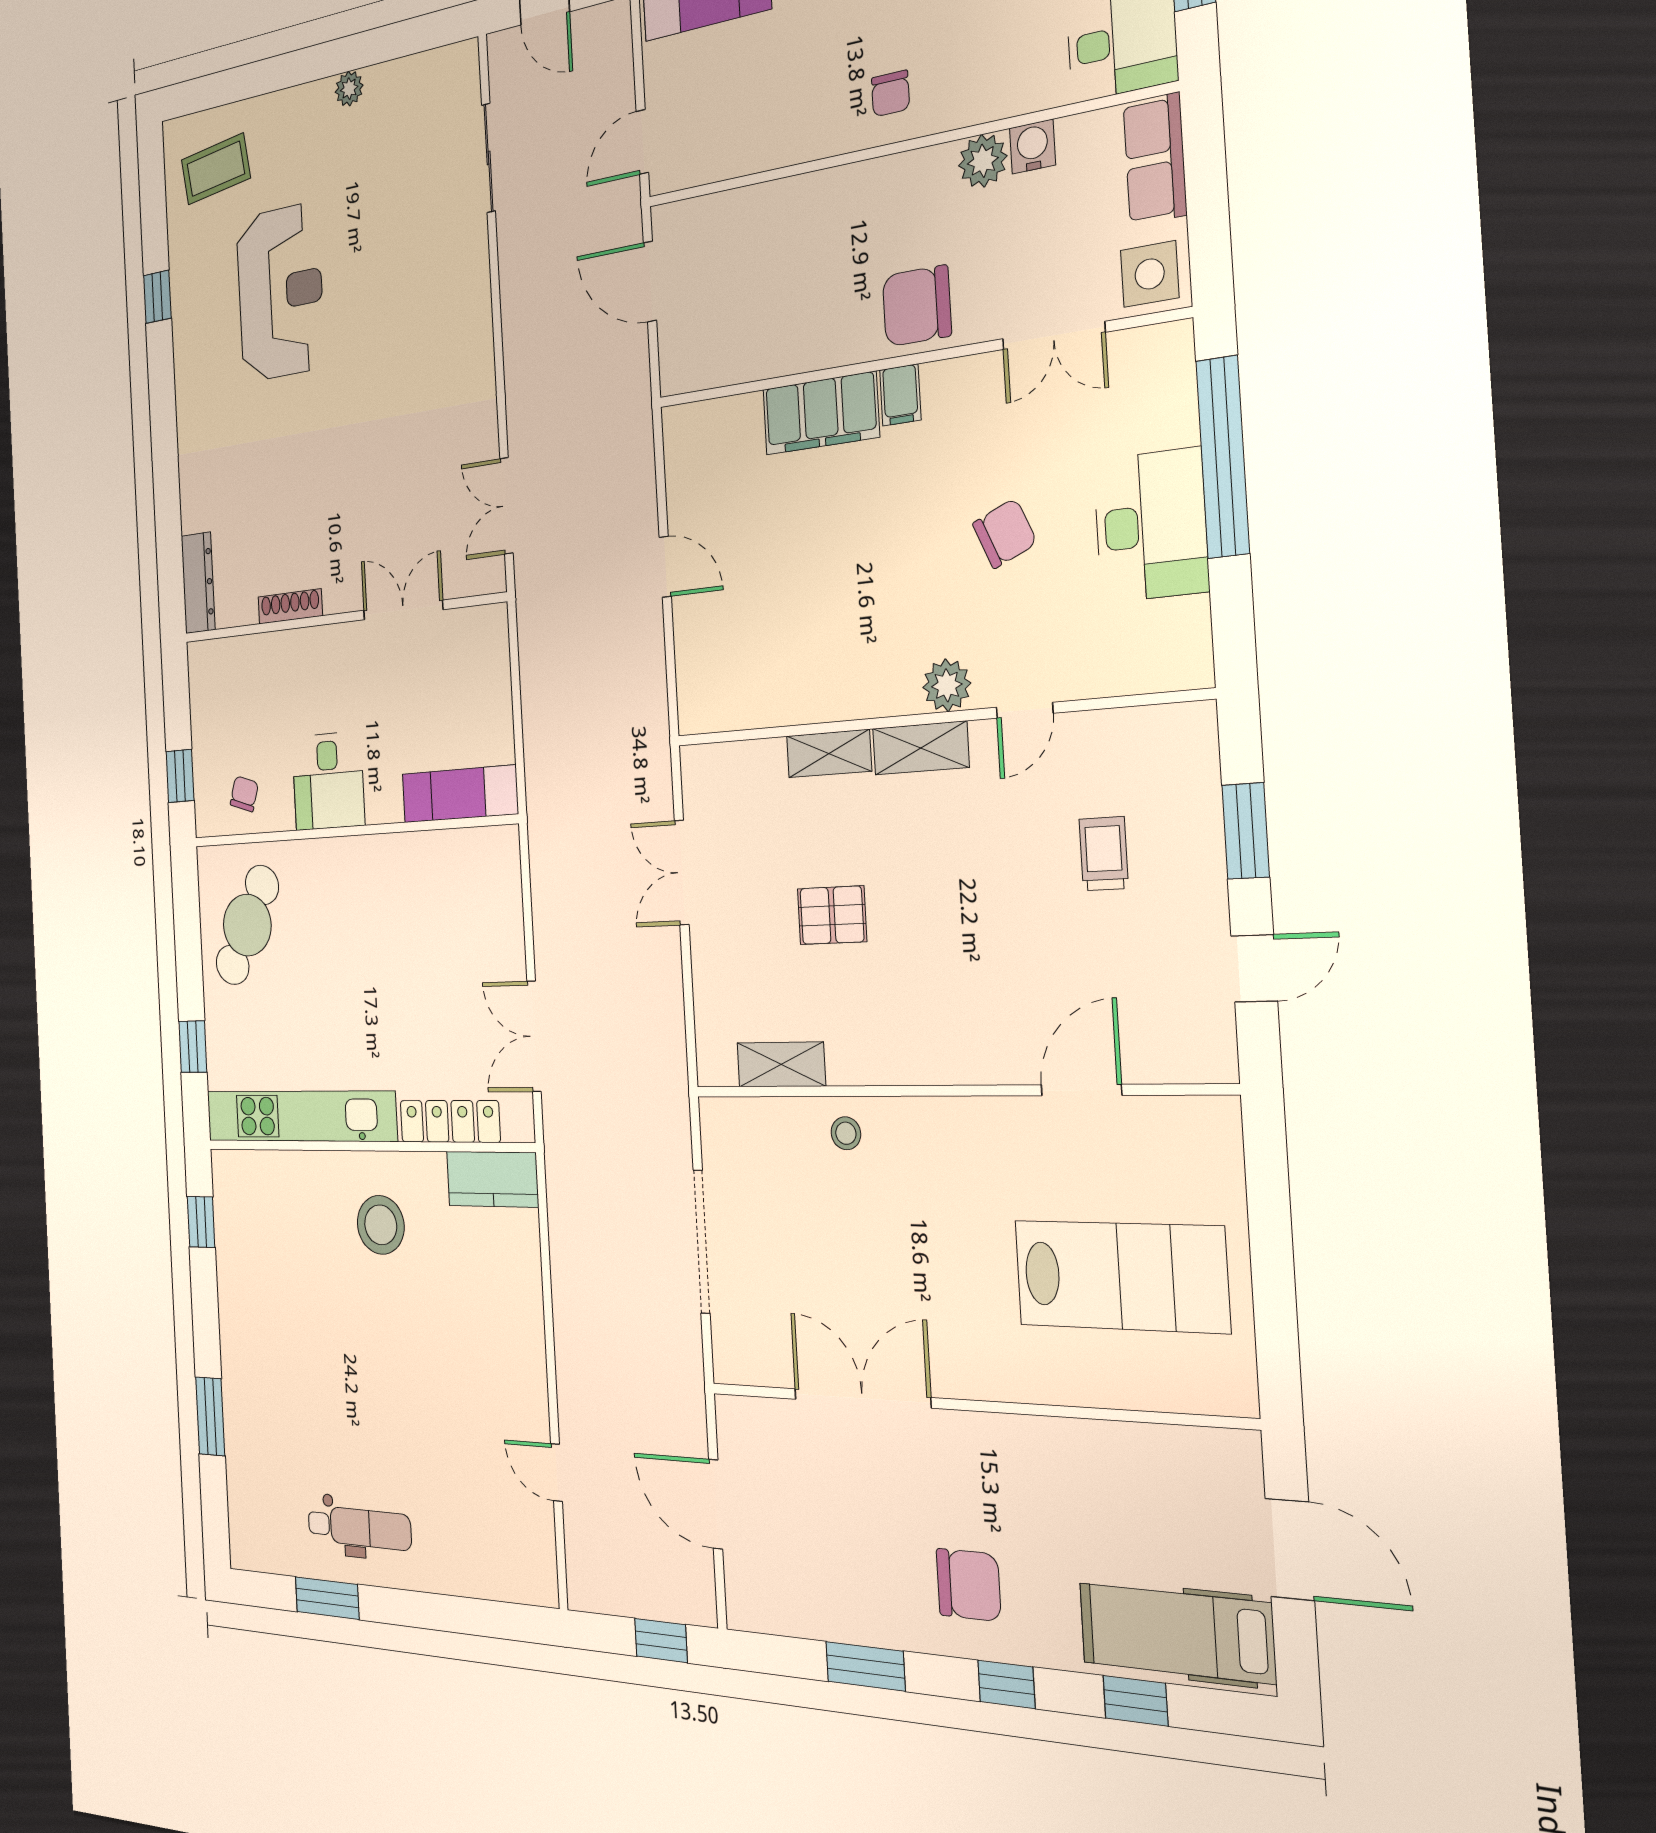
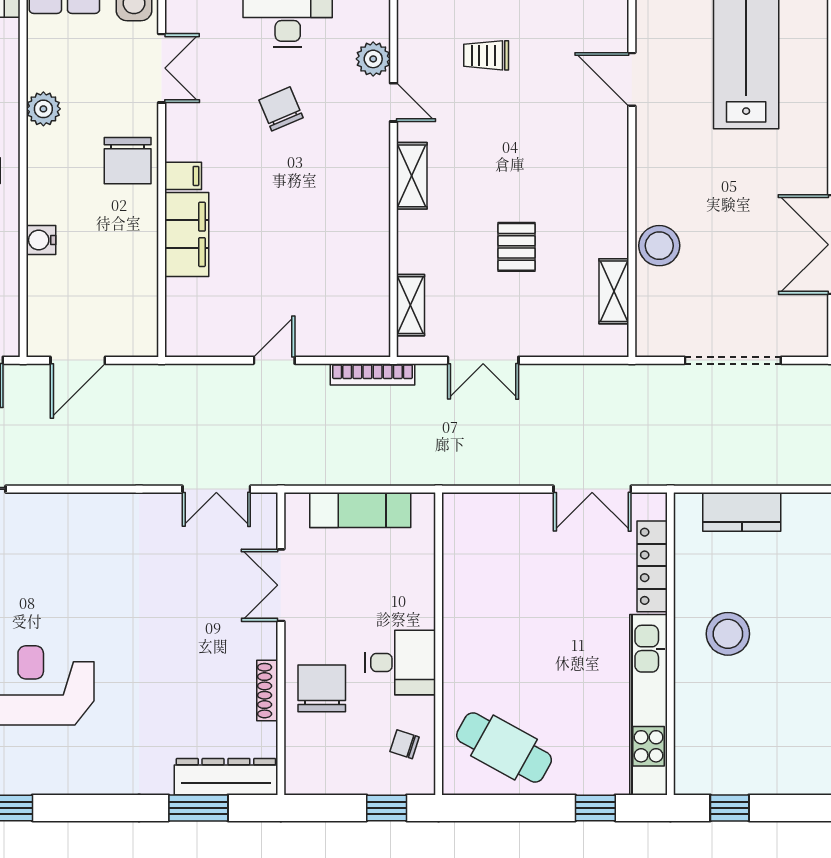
water cooler: (1033, 147) -> (41, 240), moved
window: (169, 533) -> (198, 808), added
dresser: (198, 583) -> (226, 777), width x1.37, depth x1.24
chair: (296, 679) -> (322, 688), added
plant: (947, 685) -> (373, 59), moved
bookcase: (656, 712) -> (373, 374), added
shelving: (829, 754) -> (411, 305), moved
exam couch: (460, 794) -> (360, 510), moved, turned -90
stool: (846, 1133) -> (659, 246), width x1.89, depth x1.89
kitchen counter: (492, 1179) -> (742, 512), moved, turned 90

